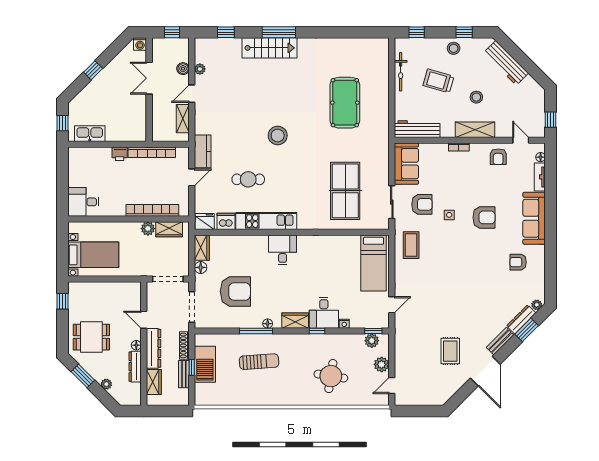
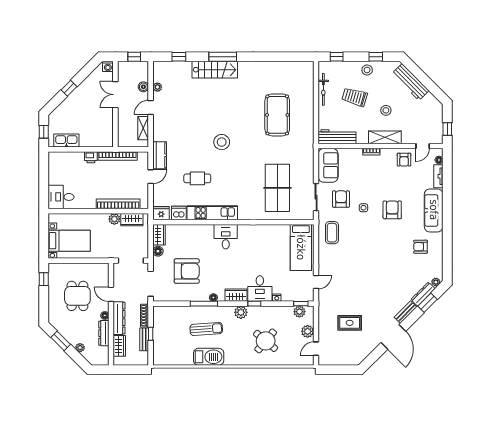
door: (521, 140) -> (423, 146), swing flipped
armchair: (422, 204) -> (341, 199), turned -90
armchair: (484, 217) -> (392, 210), turned -90
dining table: (91, 337) -> (77, 296), moved, turned 90
plant: (301, 341) -> (241, 312), added
rug: (450, 351) -> (350, 323), moved, turned 90
barbecue: (205, 364) -> (209, 357), moved, turned -90
round table: (331, 376) -> (266, 341), turned 31

